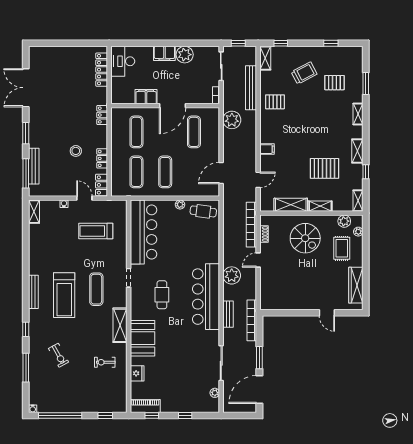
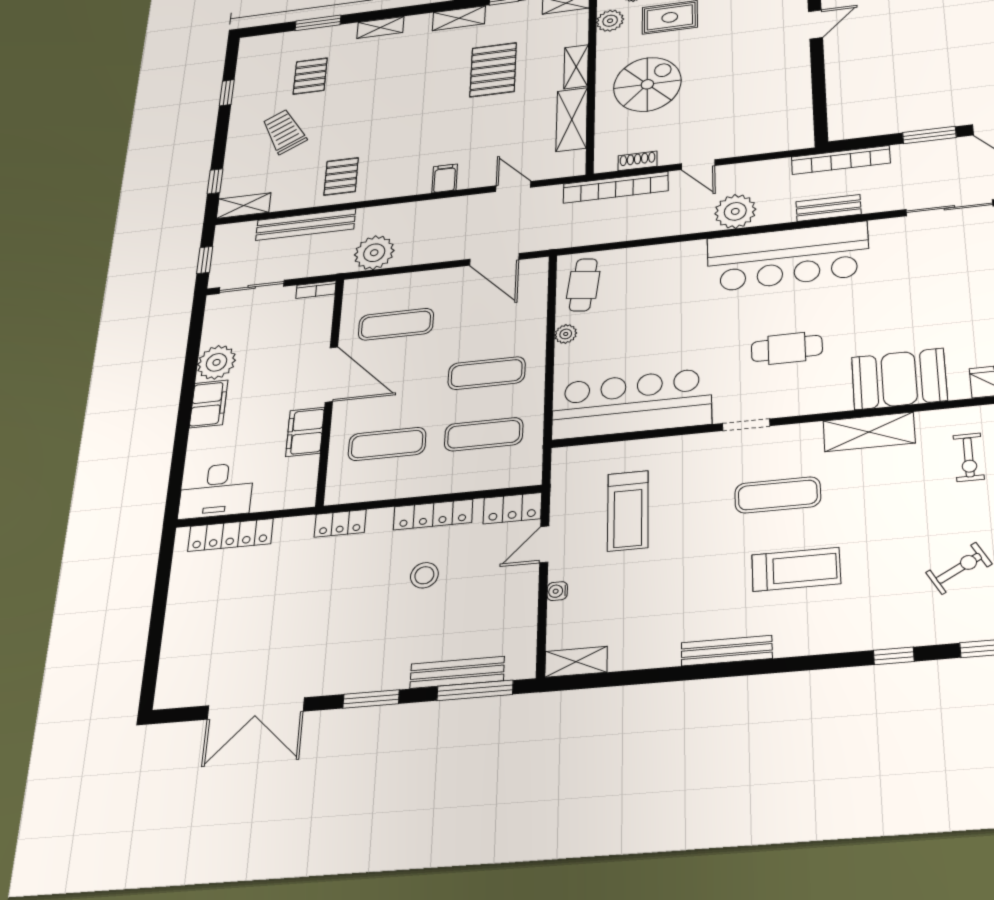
locker: (102, 158) -> (433, 515), width x1.53
bench: (33, 292) -> (727, 651), moved
treadmill: (64, 295) -> (796, 569), width x0.73, depth x0.73

